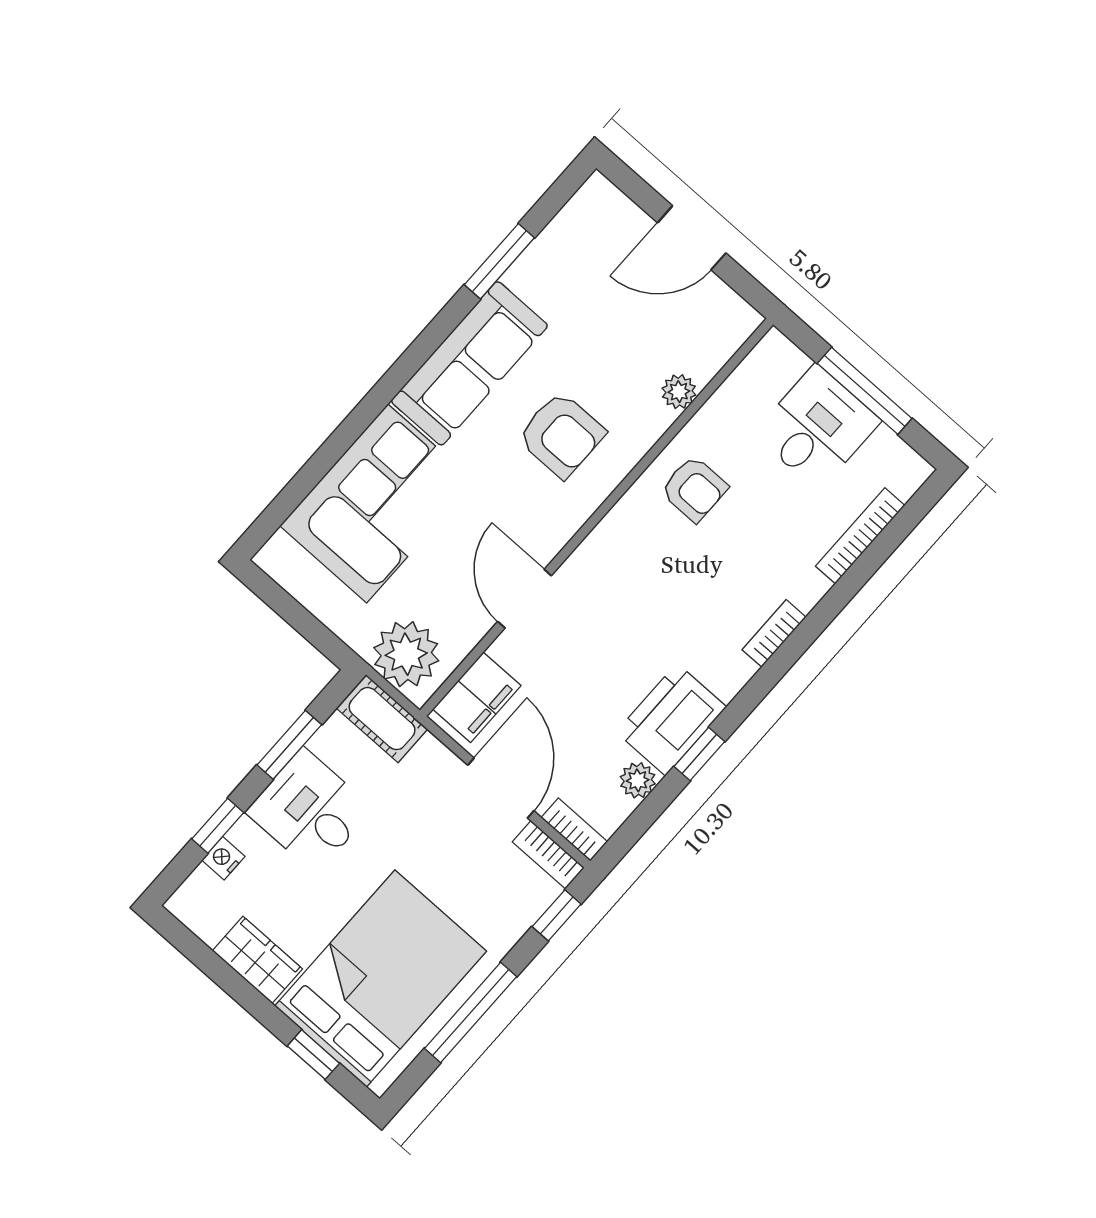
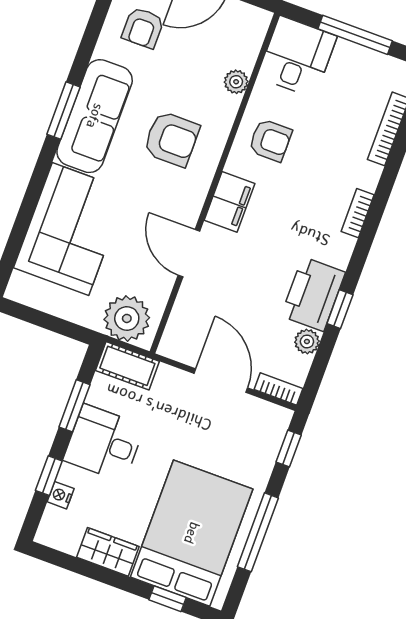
window: (499, 261) -> (63, 111), moved
armchair: (581, 269) -> (143, 28), added
desk: (817, 427) -> (297, 57), moved
filing cabinet: (477, 697) -> (230, 202), moved
bookcase: (548, 855) -> (268, 412), removed

